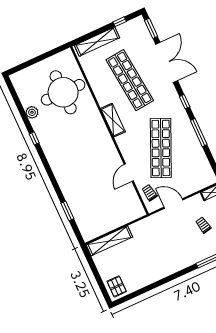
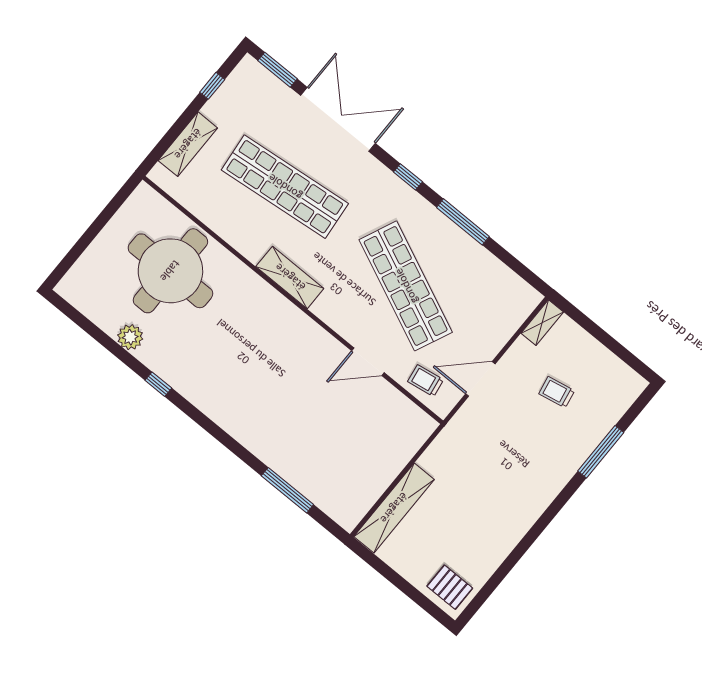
shelving: (97, 42) -> (188, 144), width x0.68
door: (129, 173) -> (368, 362), hinge flipped
window: (67, 211) -> (287, 490), width x1.44

